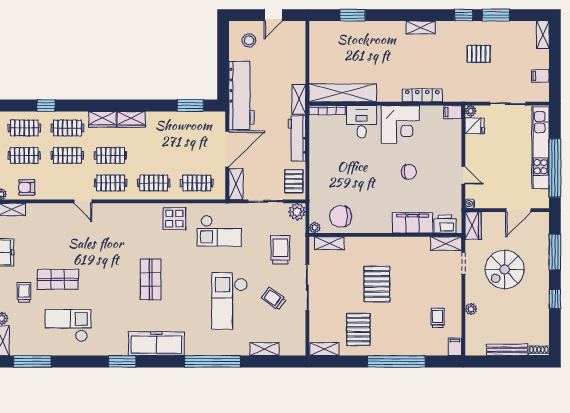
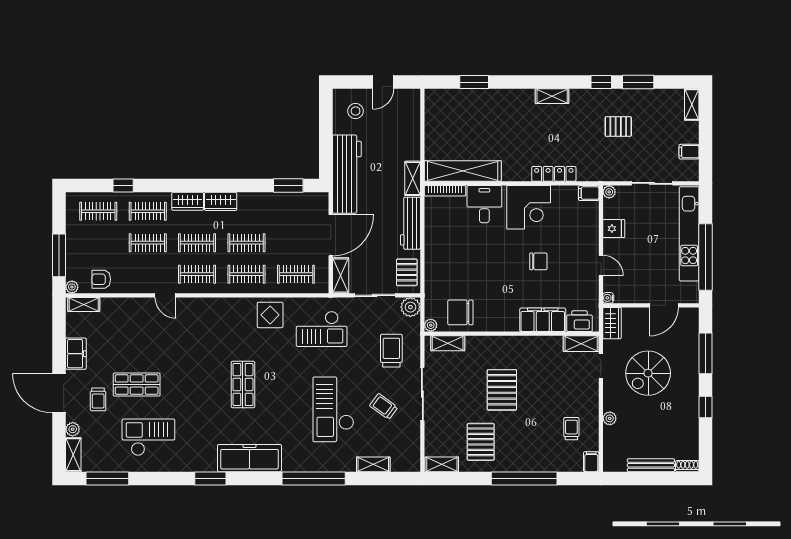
fridge: (475, 126) -> (614, 229), moved
clothes rail: (24, 155) -> (246, 243), moved
trolley: (24, 292) -> (98, 399), turned 180

